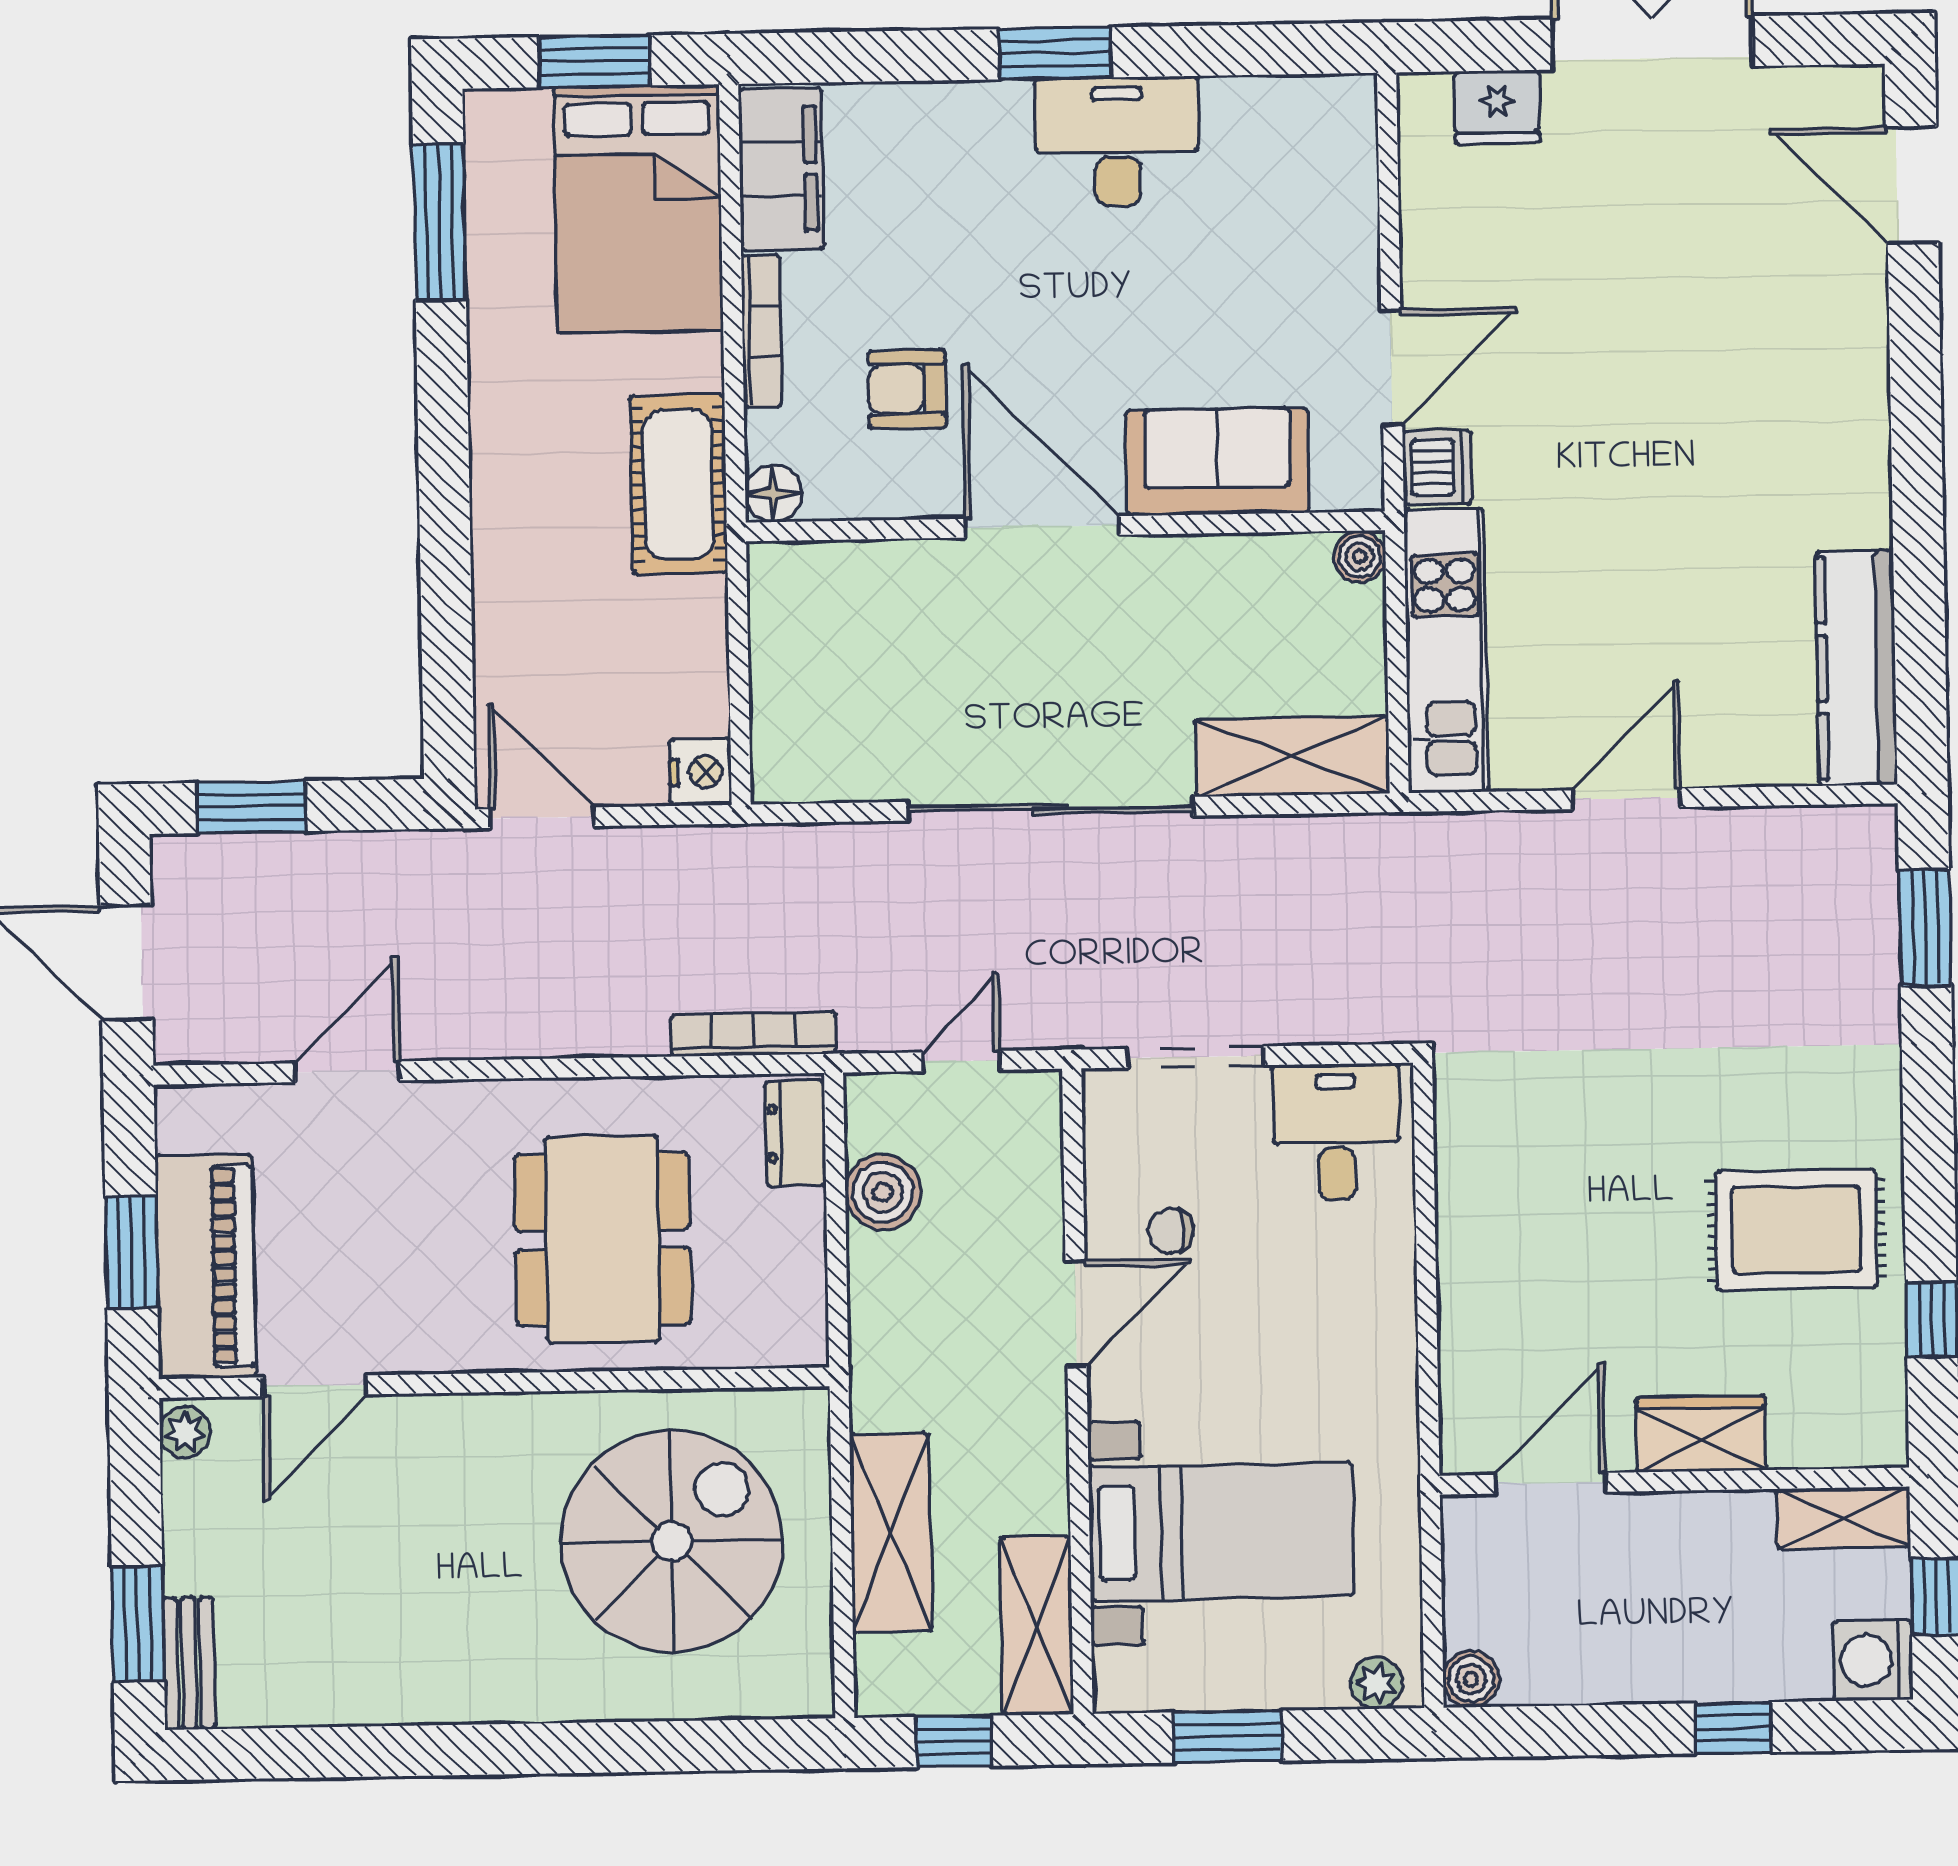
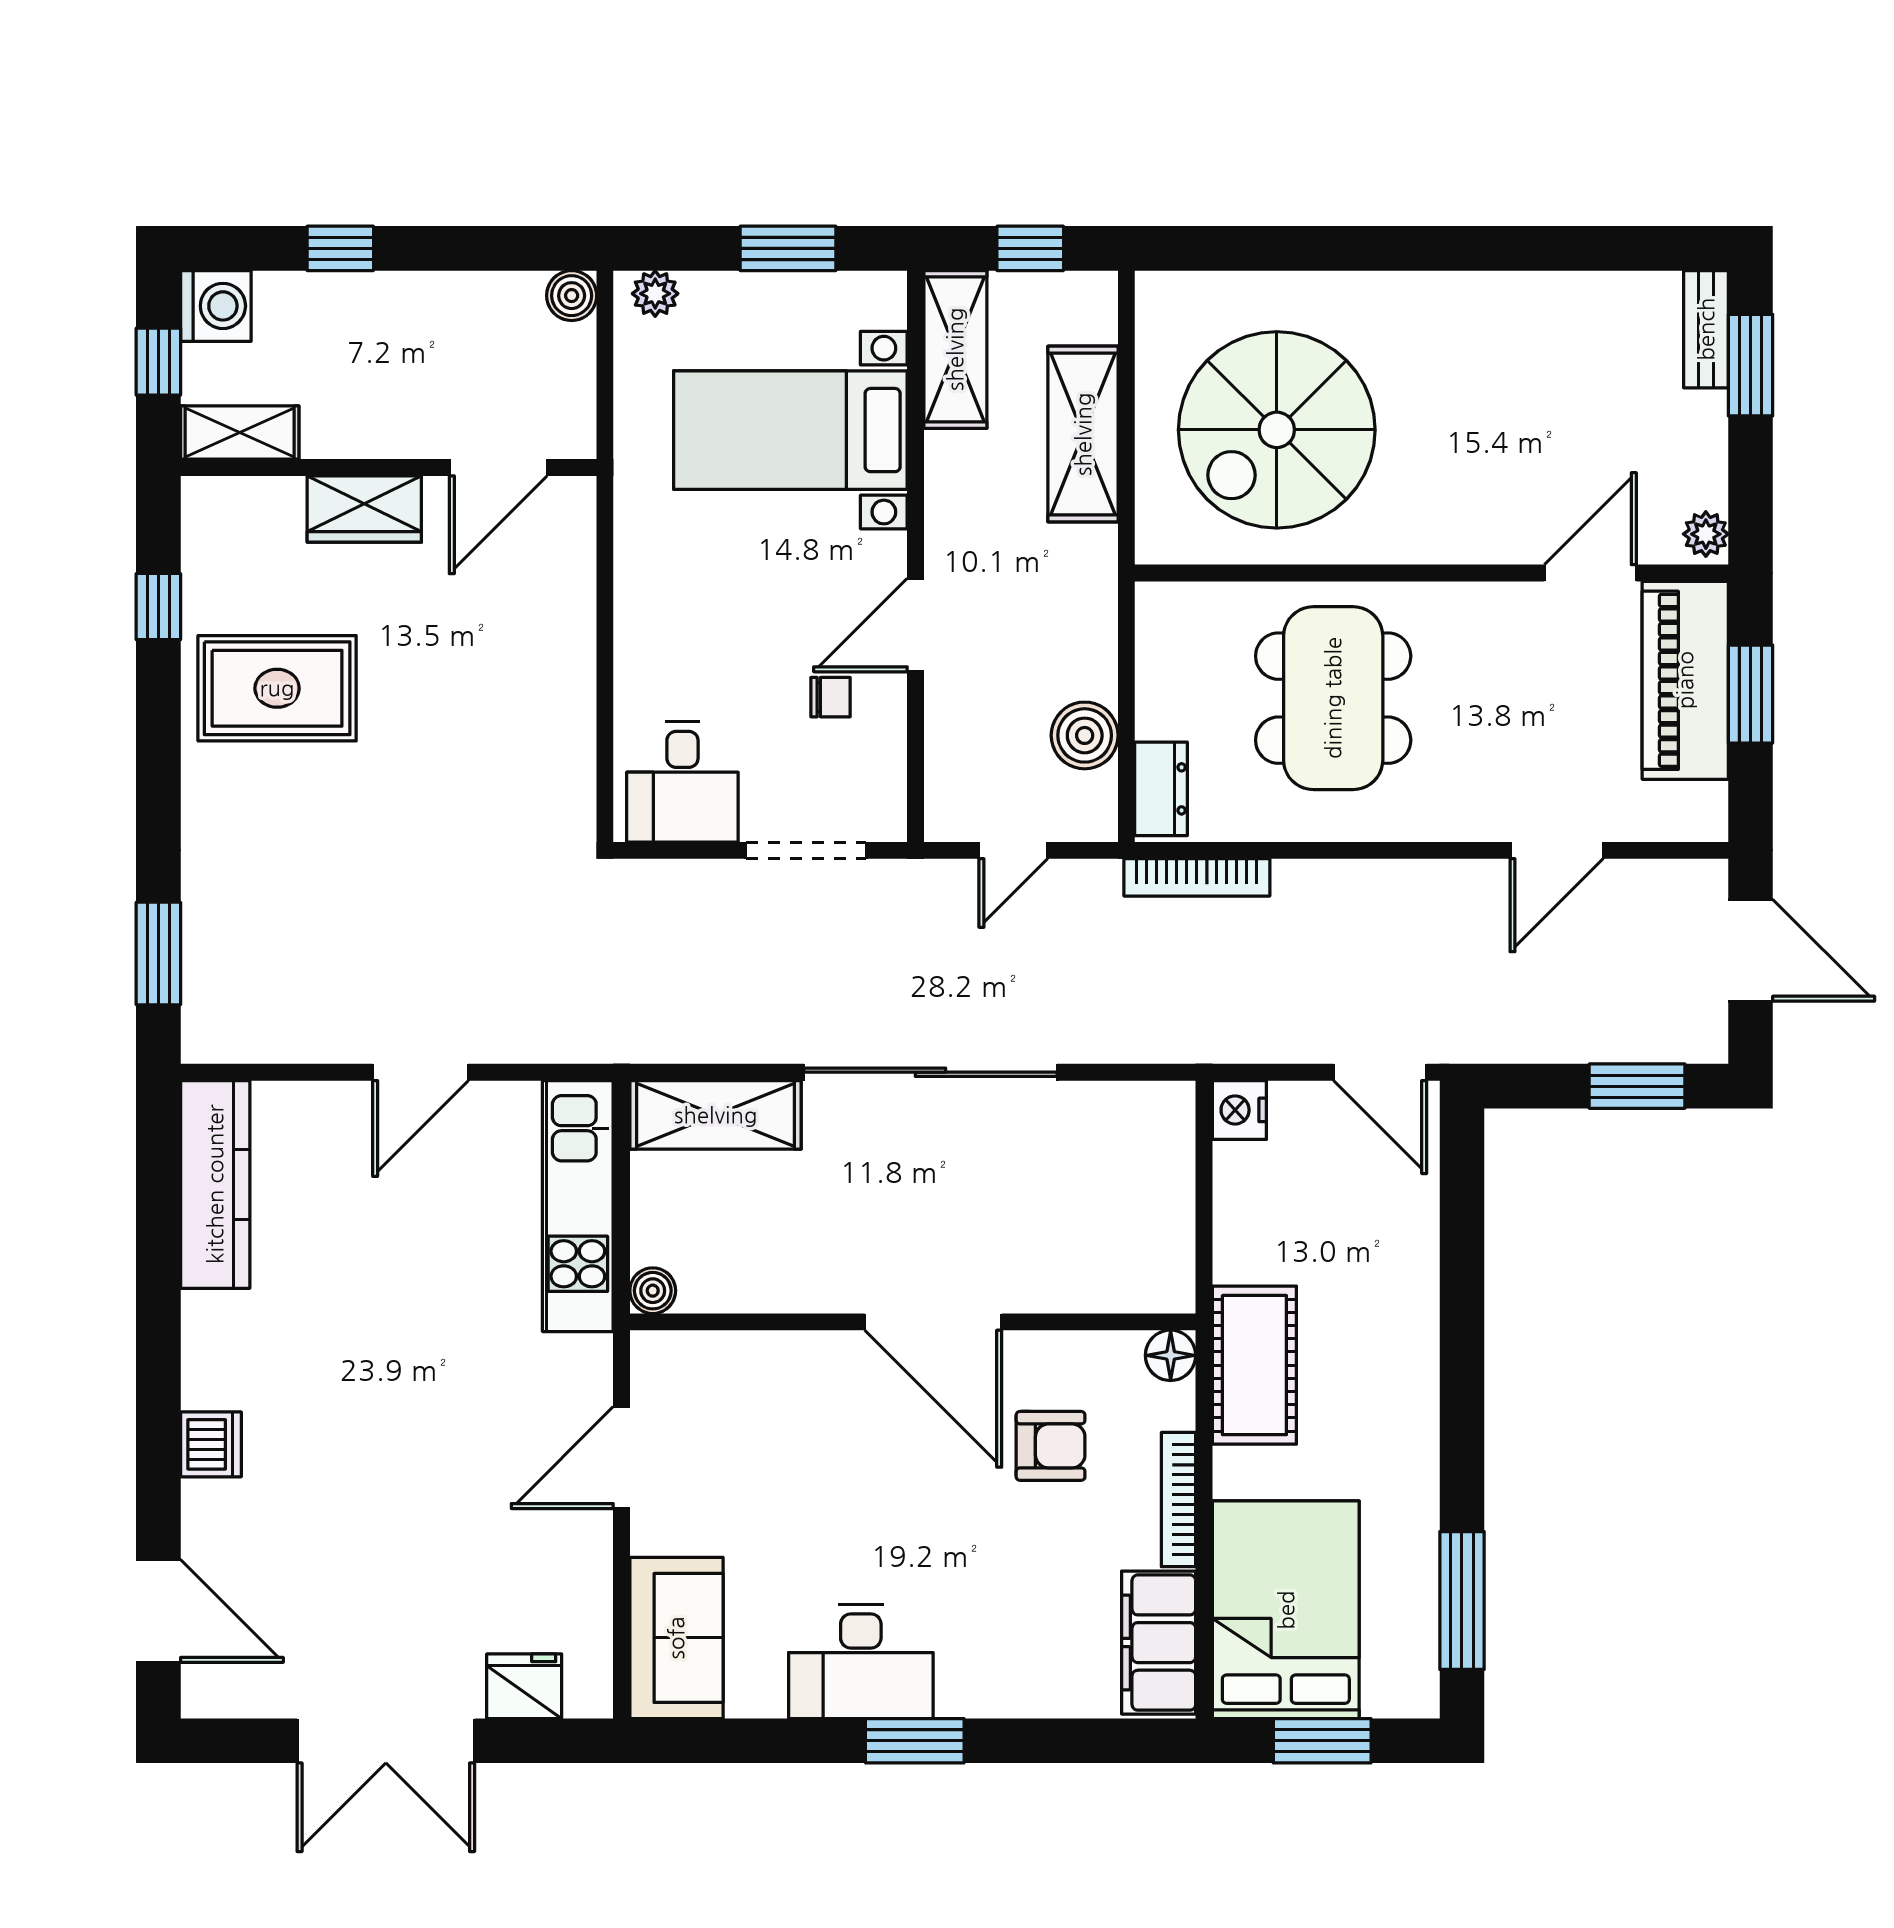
sofa: (1217, 462) -> (676, 1638), moved, turned -90
dishwasher: (1437, 467) -> (211, 1444), moved, turned 180

